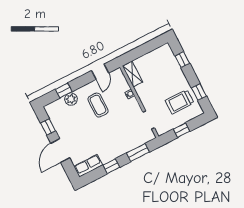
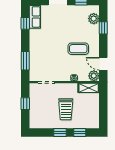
plant: (117, 75) -> (94, 76), added
window: (199, 92) -> (60, 132), moved
plant: (71, 99) -> (94, 19), moved
trolley: (180, 102) -> (66, 109), moved, turned 180
window: (111, 166) -> (25, 23), moved

